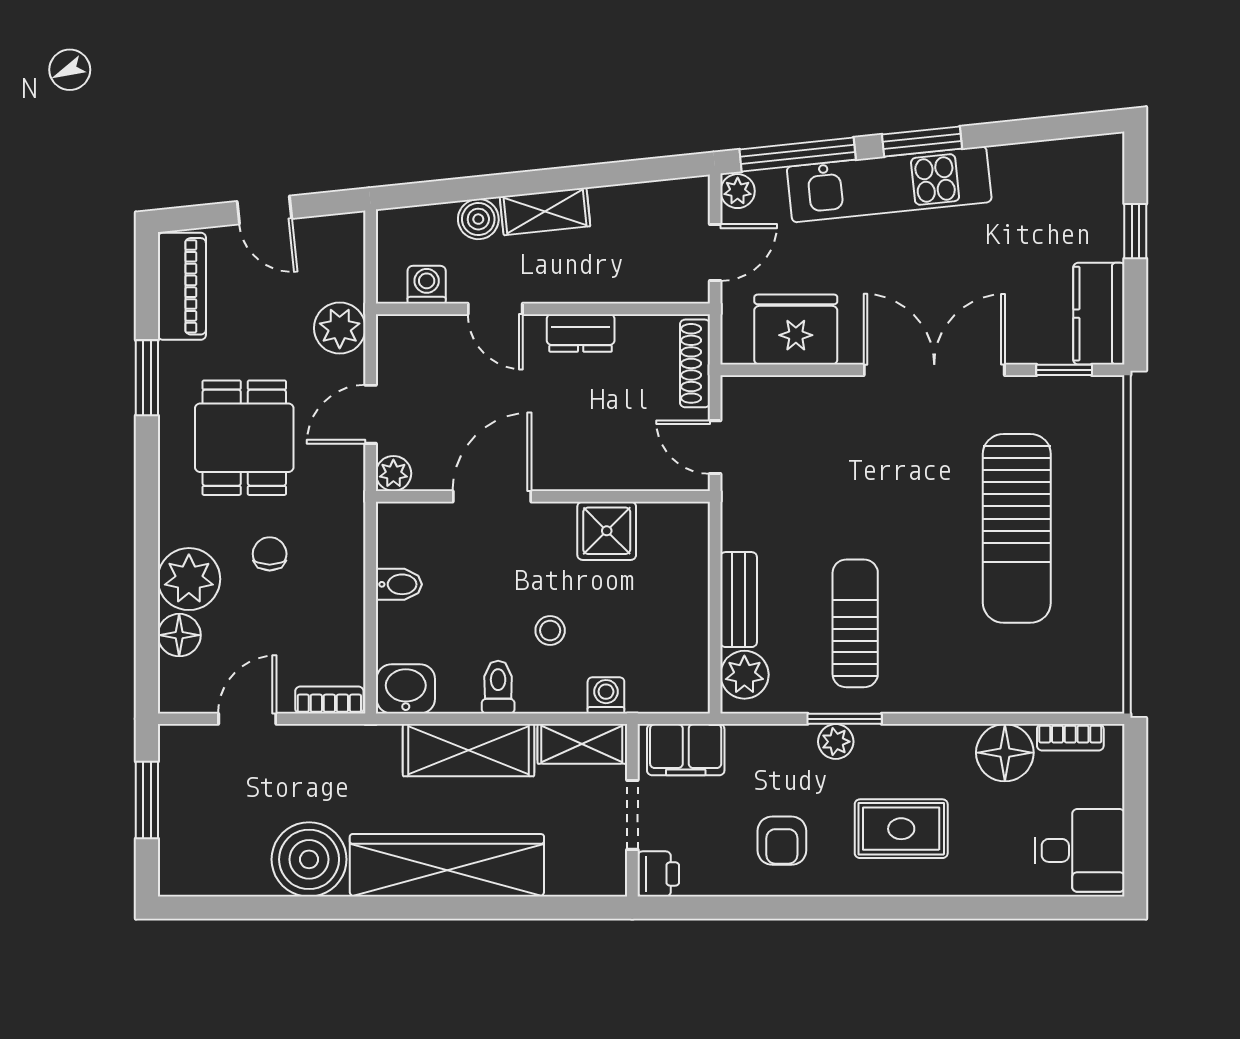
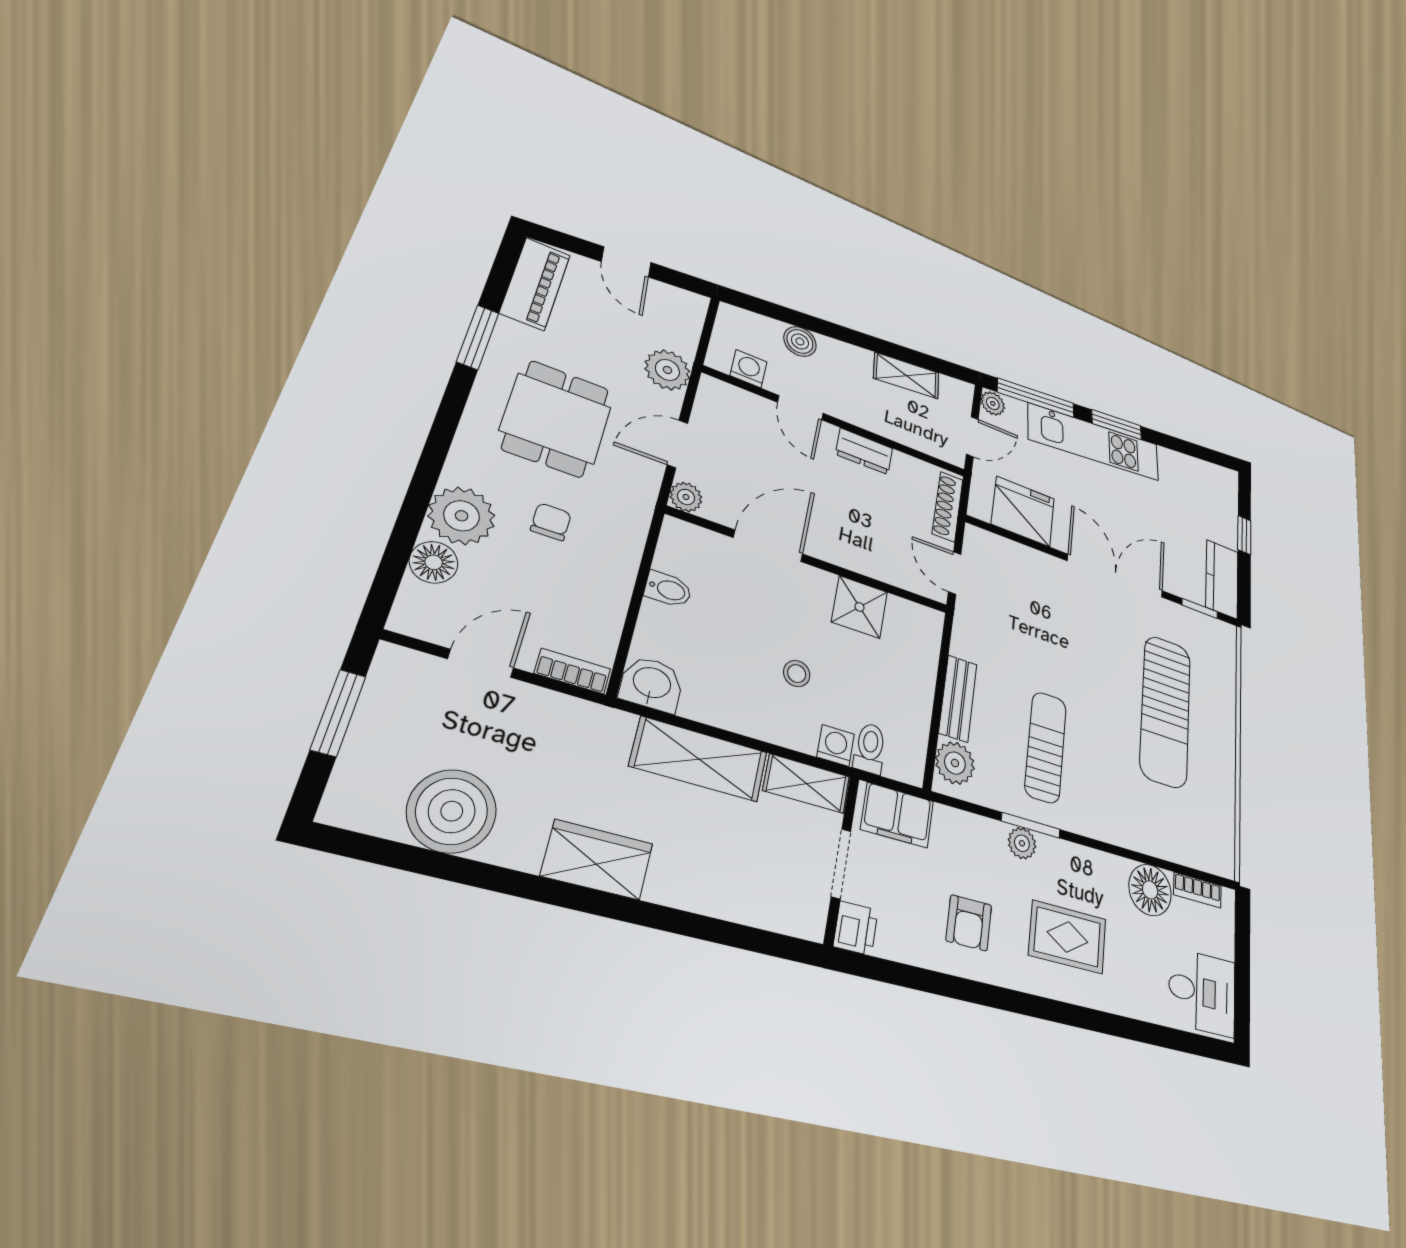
shelving: (545, 211) -> (906, 376), moved
toilet: (498, 687) -> (870, 748), moved
boiler: (309, 859) -> (452, 811), moved
wardrobe: (447, 865) -> (597, 860), width x0.48, depth x0.85

